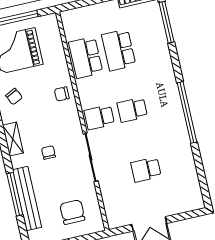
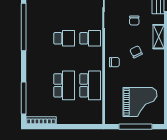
chair: (14, 97) -> (136, 52), moved

